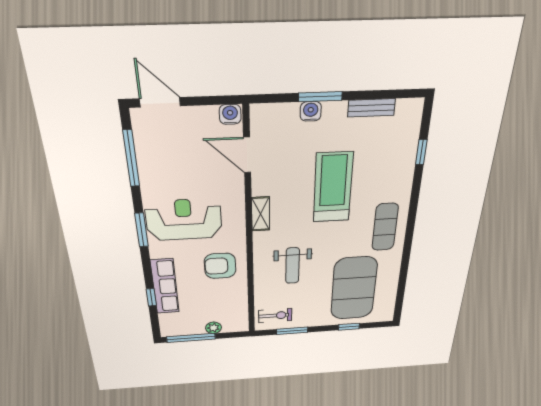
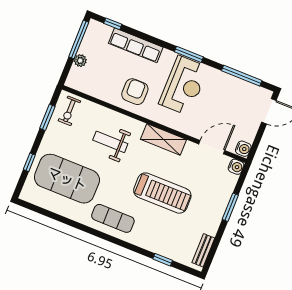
bench: (371, 108) -> (203, 250), moved
water cooler: (311, 111) -> (236, 167), moved
shelving: (261, 214) -> (164, 139), width x1.50, depth x1.33
window: (151, 297) -> (113, 24), moved

